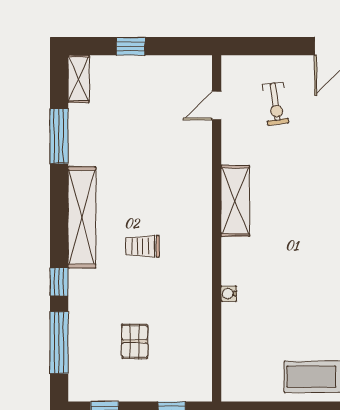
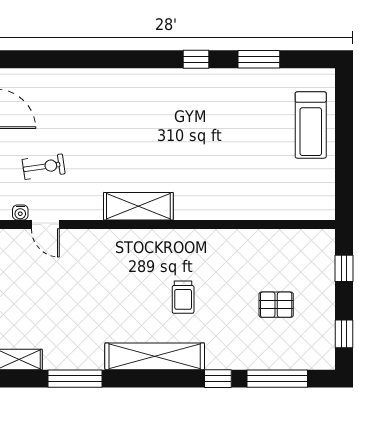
water cooler: (229, 294) -> (20, 212), moved

